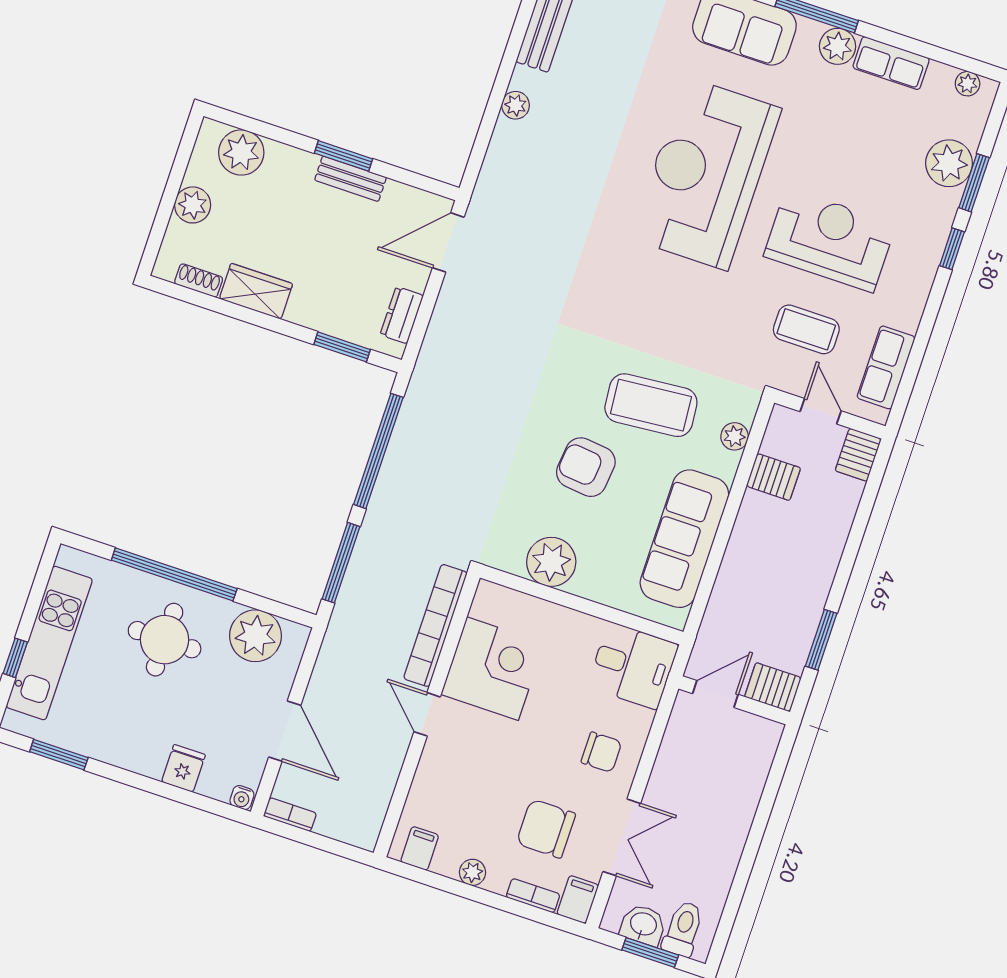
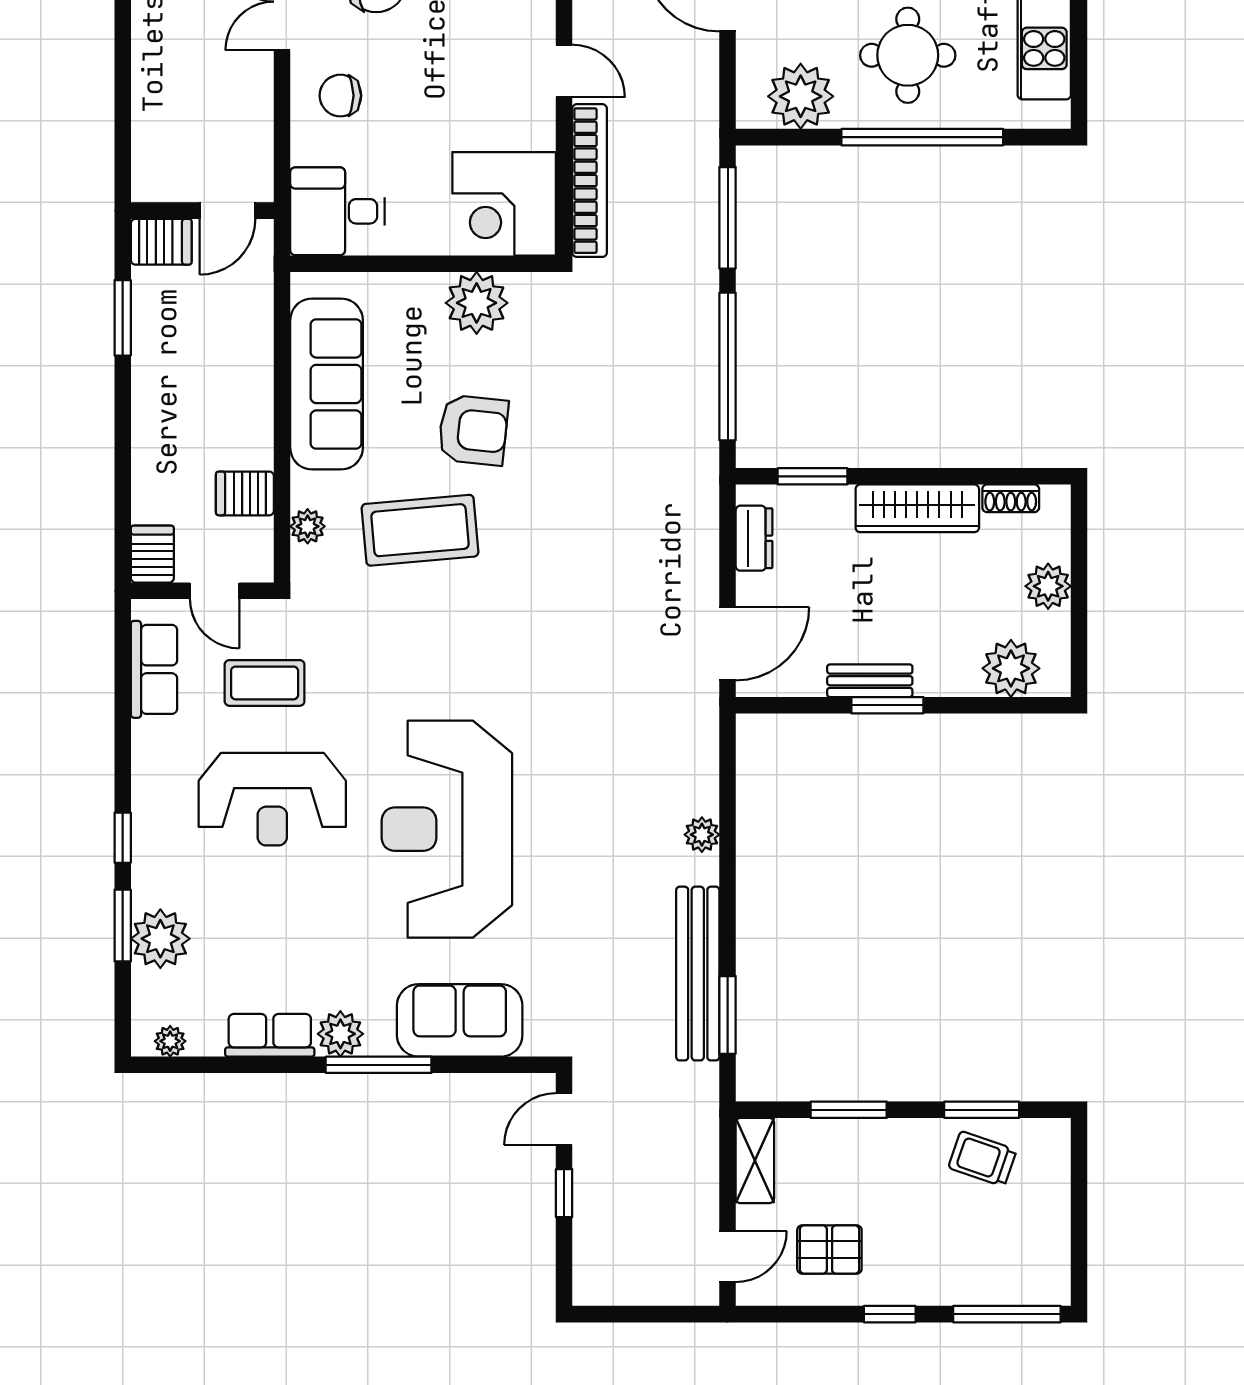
reception desk: (706, 174) -> (447, 829), turned 180
wardrobe: (256, 291) -> (917, 508), width x1.50
corner desk: (492, 669) -> (504, 204), moved

